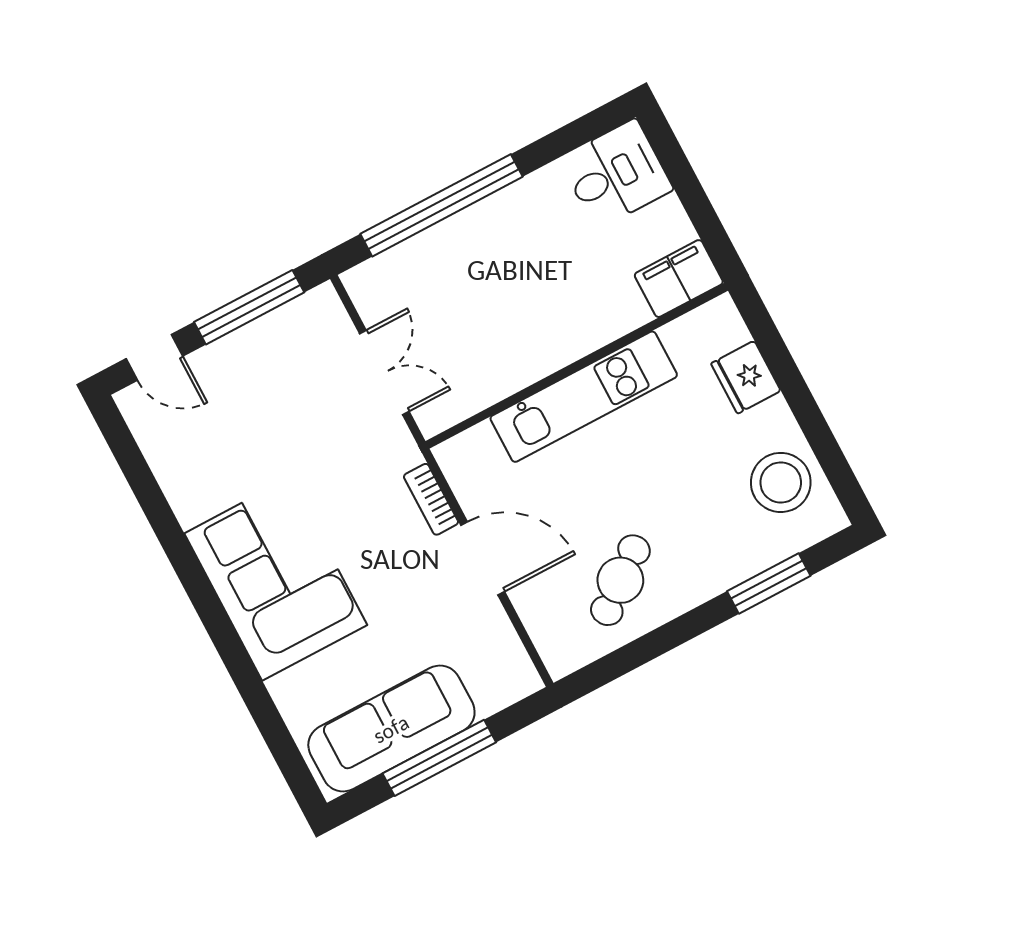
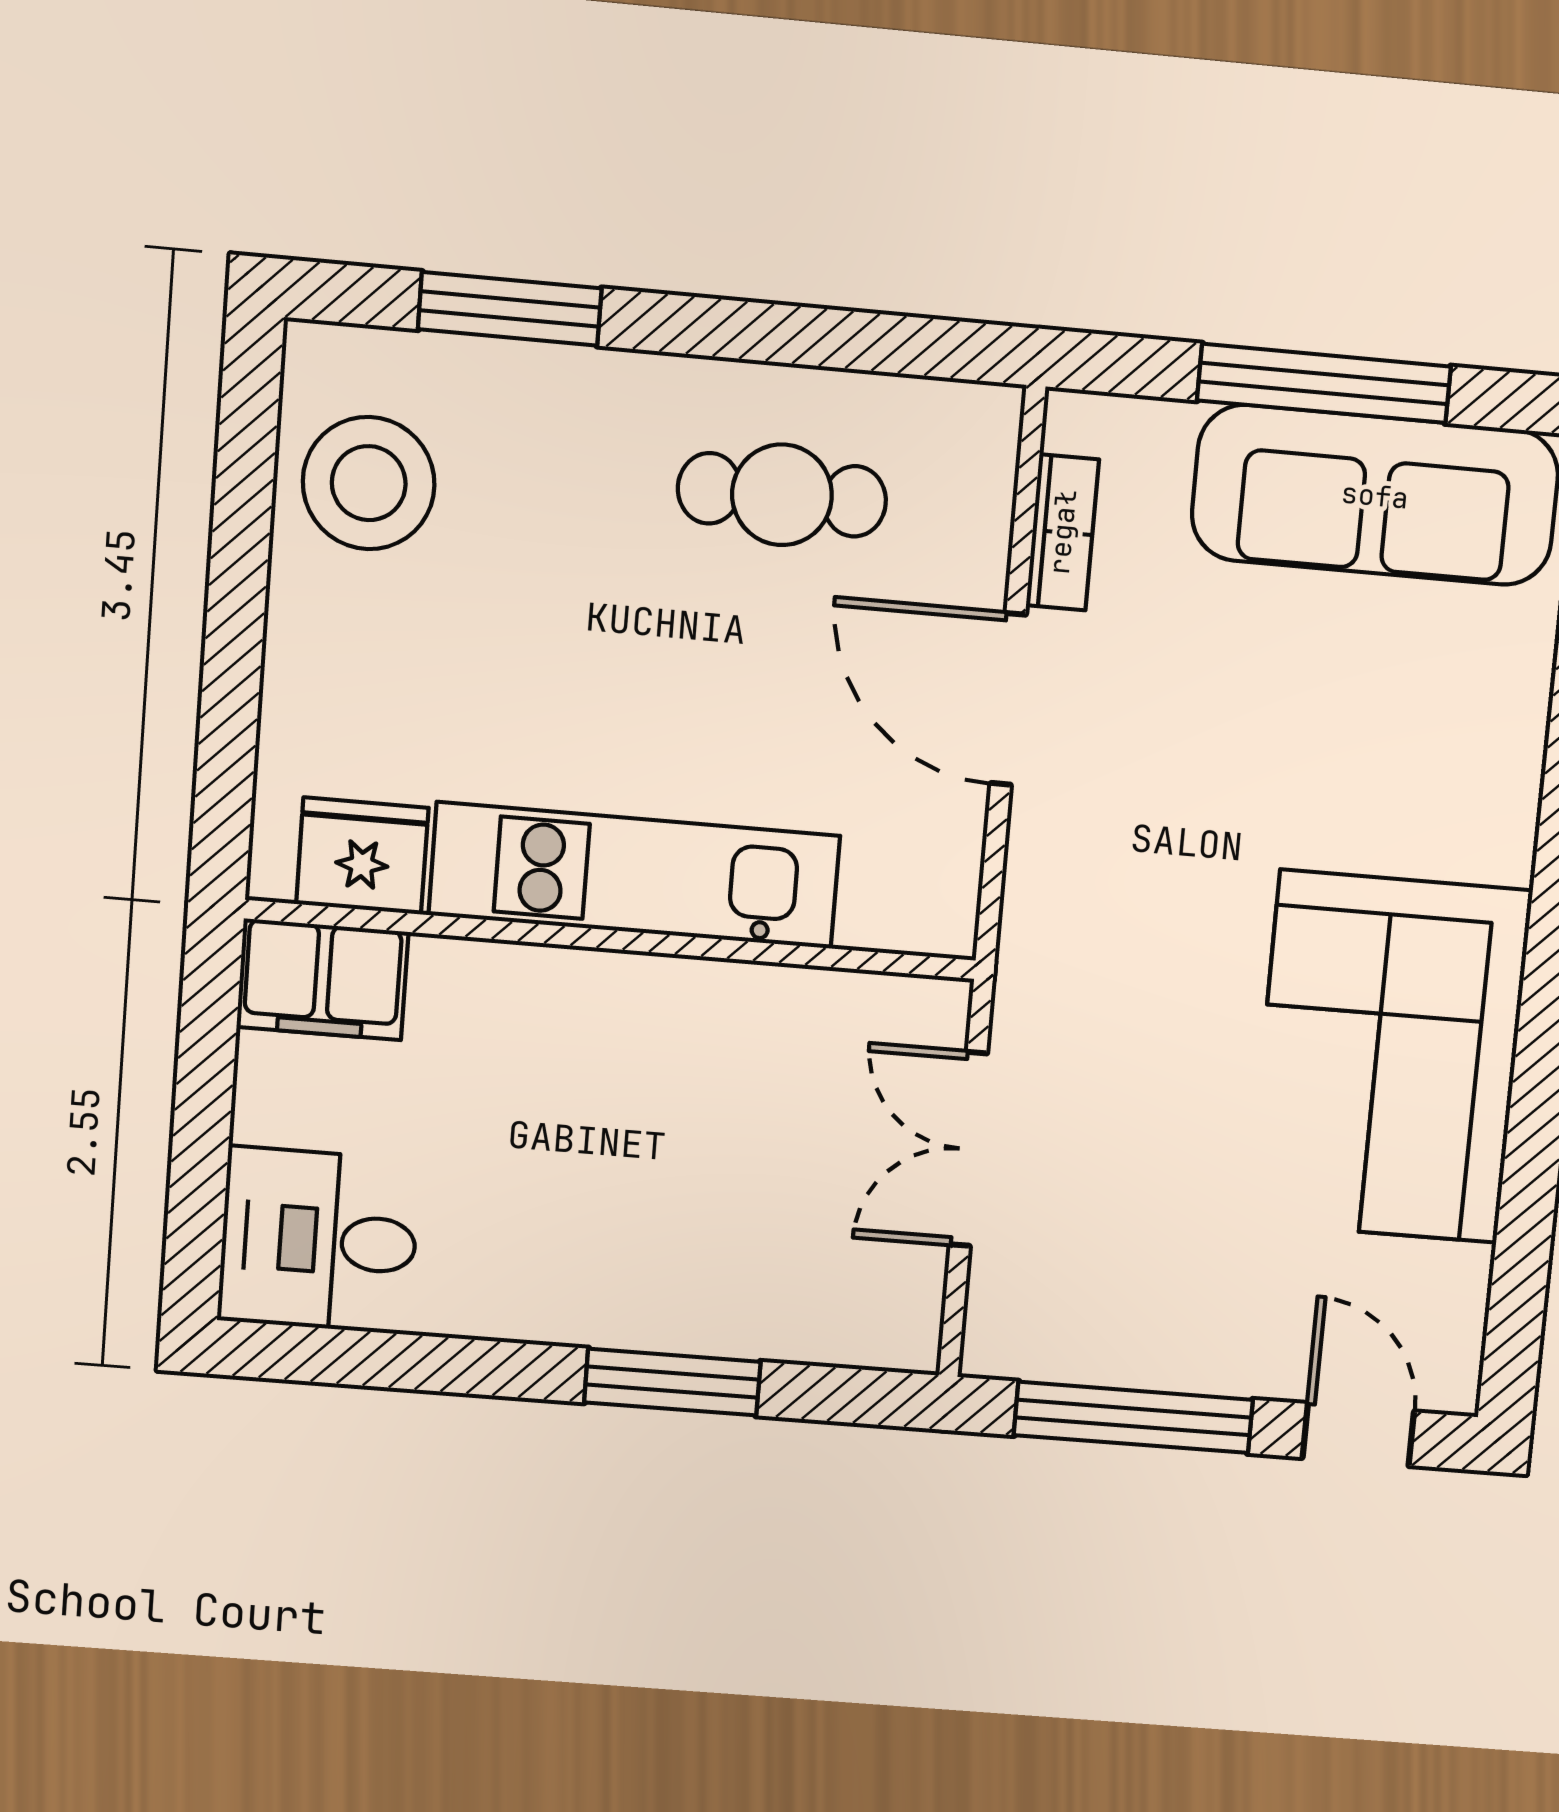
window: (442, 205) -> (672, 1382), width x0.47
fridge: (746, 377) -> (362, 856), moved, turned -90
bookcase: (431, 499) -> (1062, 532), moved
corner sofa: (276, 579) -> (1389, 1057), moved
cafe table: (620, 580) -> (782, 495), turned 38

